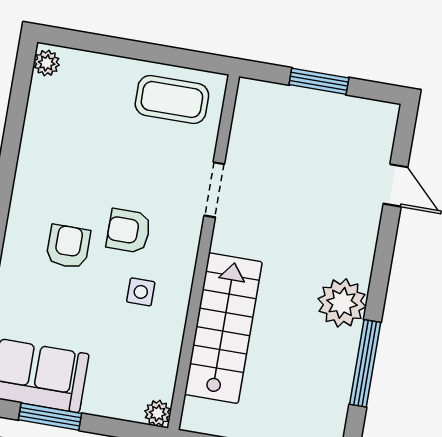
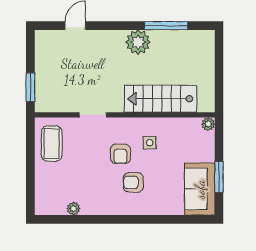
plant: (47, 63) -> (73, 209), moved
window: (319, 81) -> (30, 87), moved

